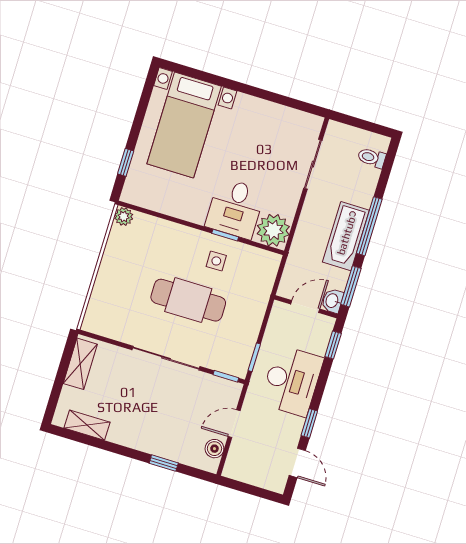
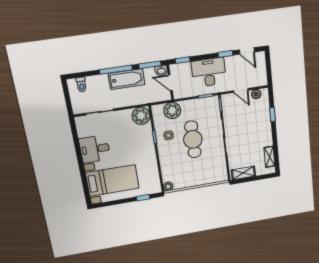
desk: (235, 208) -> (95, 149), moved, turned 180
plant: (257, 288) -> (172, 110), added
door: (297, 463) -> (247, 51), swing flipped

